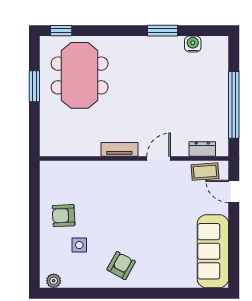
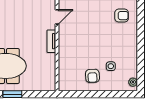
door: (159, 158) -> (57, 17), swing flipped
armchair: (121, 266) -> (122, 16), moved, turned 151

